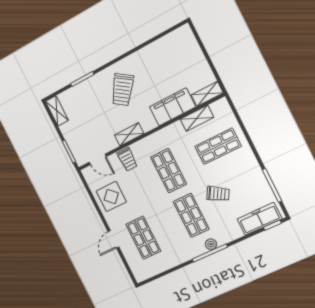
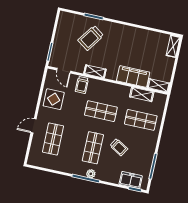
trolley: (122, 90) -> (91, 38), moved
shelving: (57, 111) -> (173, 46), moved
shop shelf: (169, 171) -> (101, 111), turned 90
freezer: (259, 219) -> (131, 180), width x0.71

